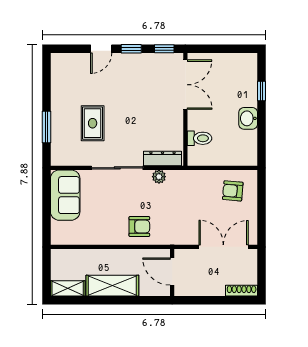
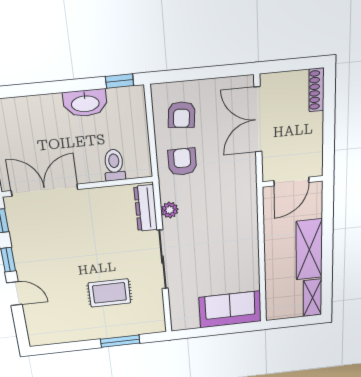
window: (262, 91) -> (119, 81), moved
washbasin: (248, 118) -> (85, 103), width x1.38
sofa: (65, 195) -> (230, 309), moved
armchair: (139, 227) -> (182, 162), moved

